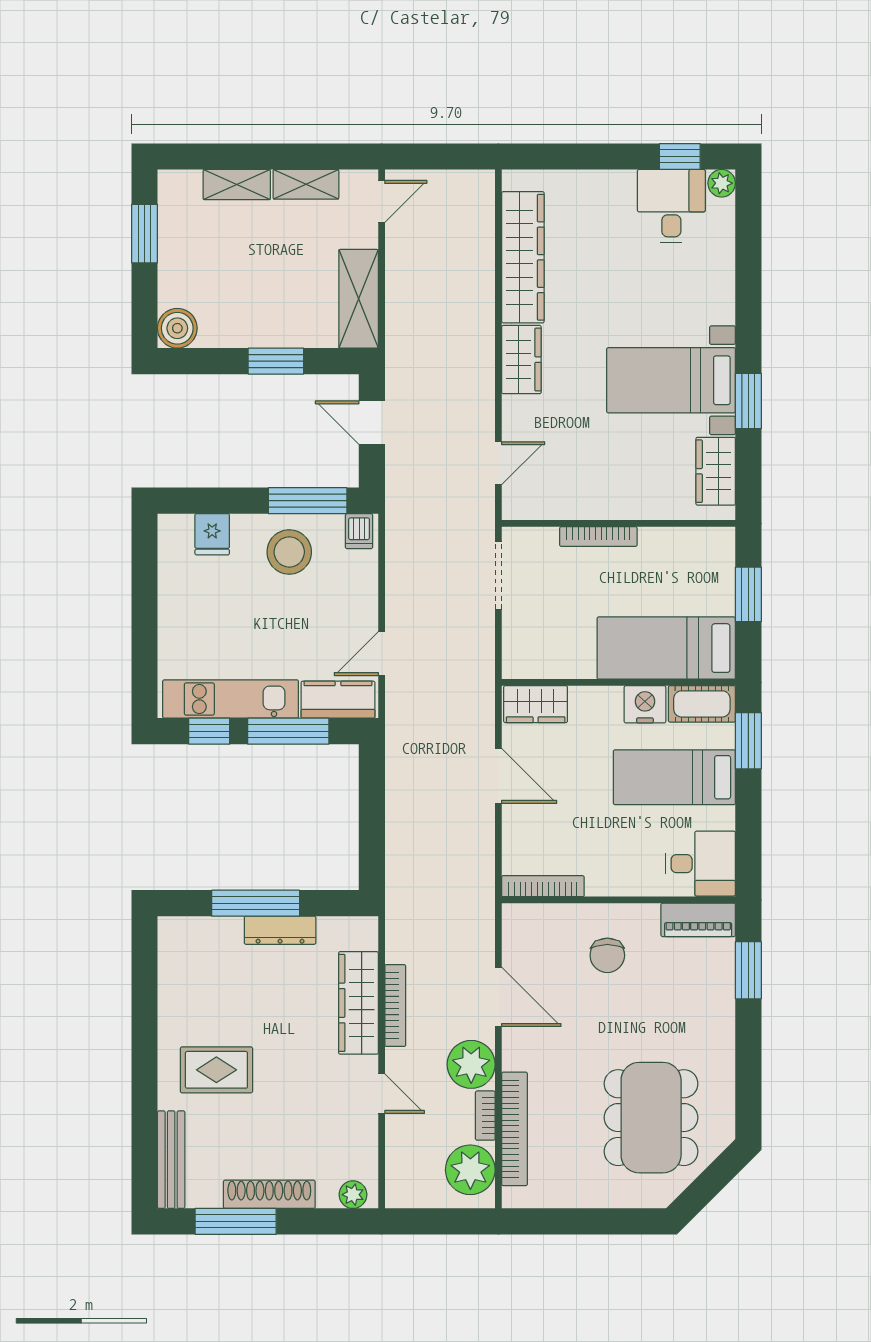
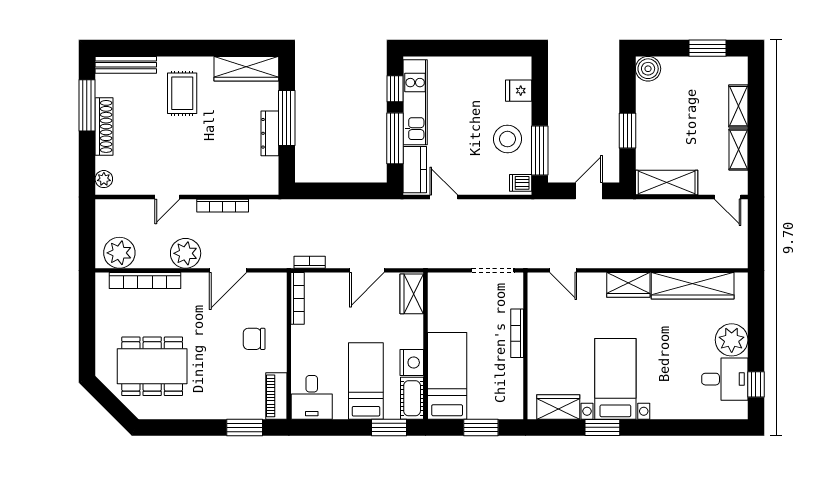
plant: (722, 183) -> (732, 340), moved, width x1.88, depth x1.88
wardrobe: (358, 1003) -> (246, 69), moved, turned 180
bookcase: (485, 1116) -> (310, 262), moved

